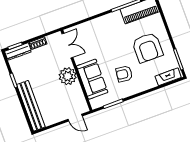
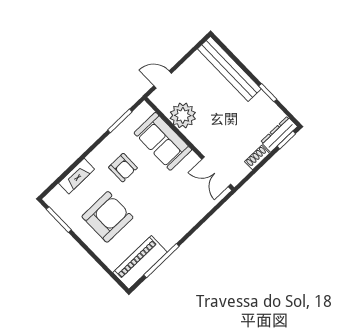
armchair: (147, 48) -> (107, 217), turned 90
armchair: (124, 74) -> (123, 168), turned 84
plant: (68, 76) -> (183, 115), moved
fireplace: (168, 77) -> (76, 176), moved

